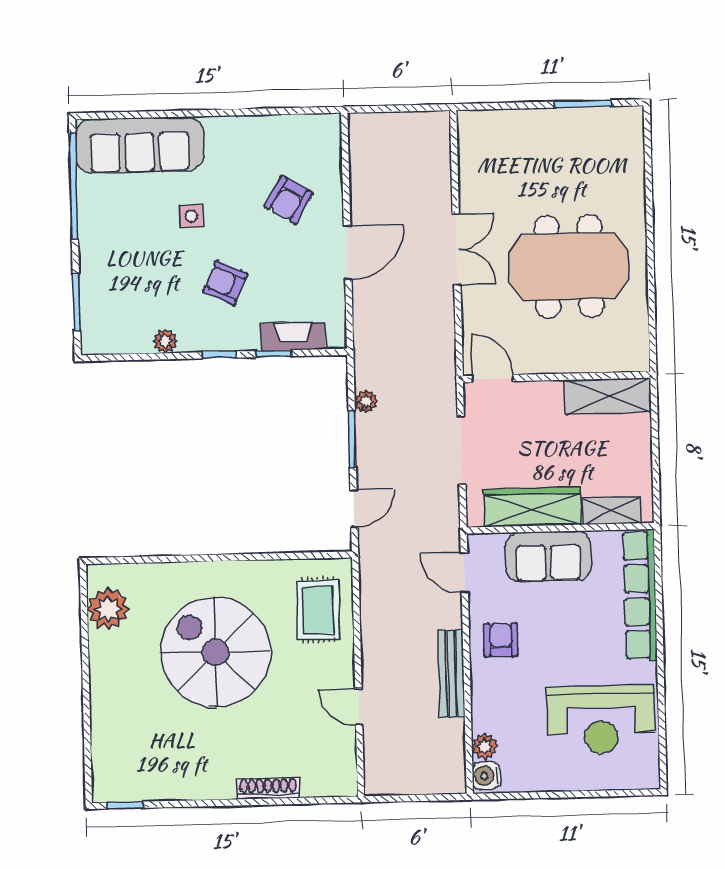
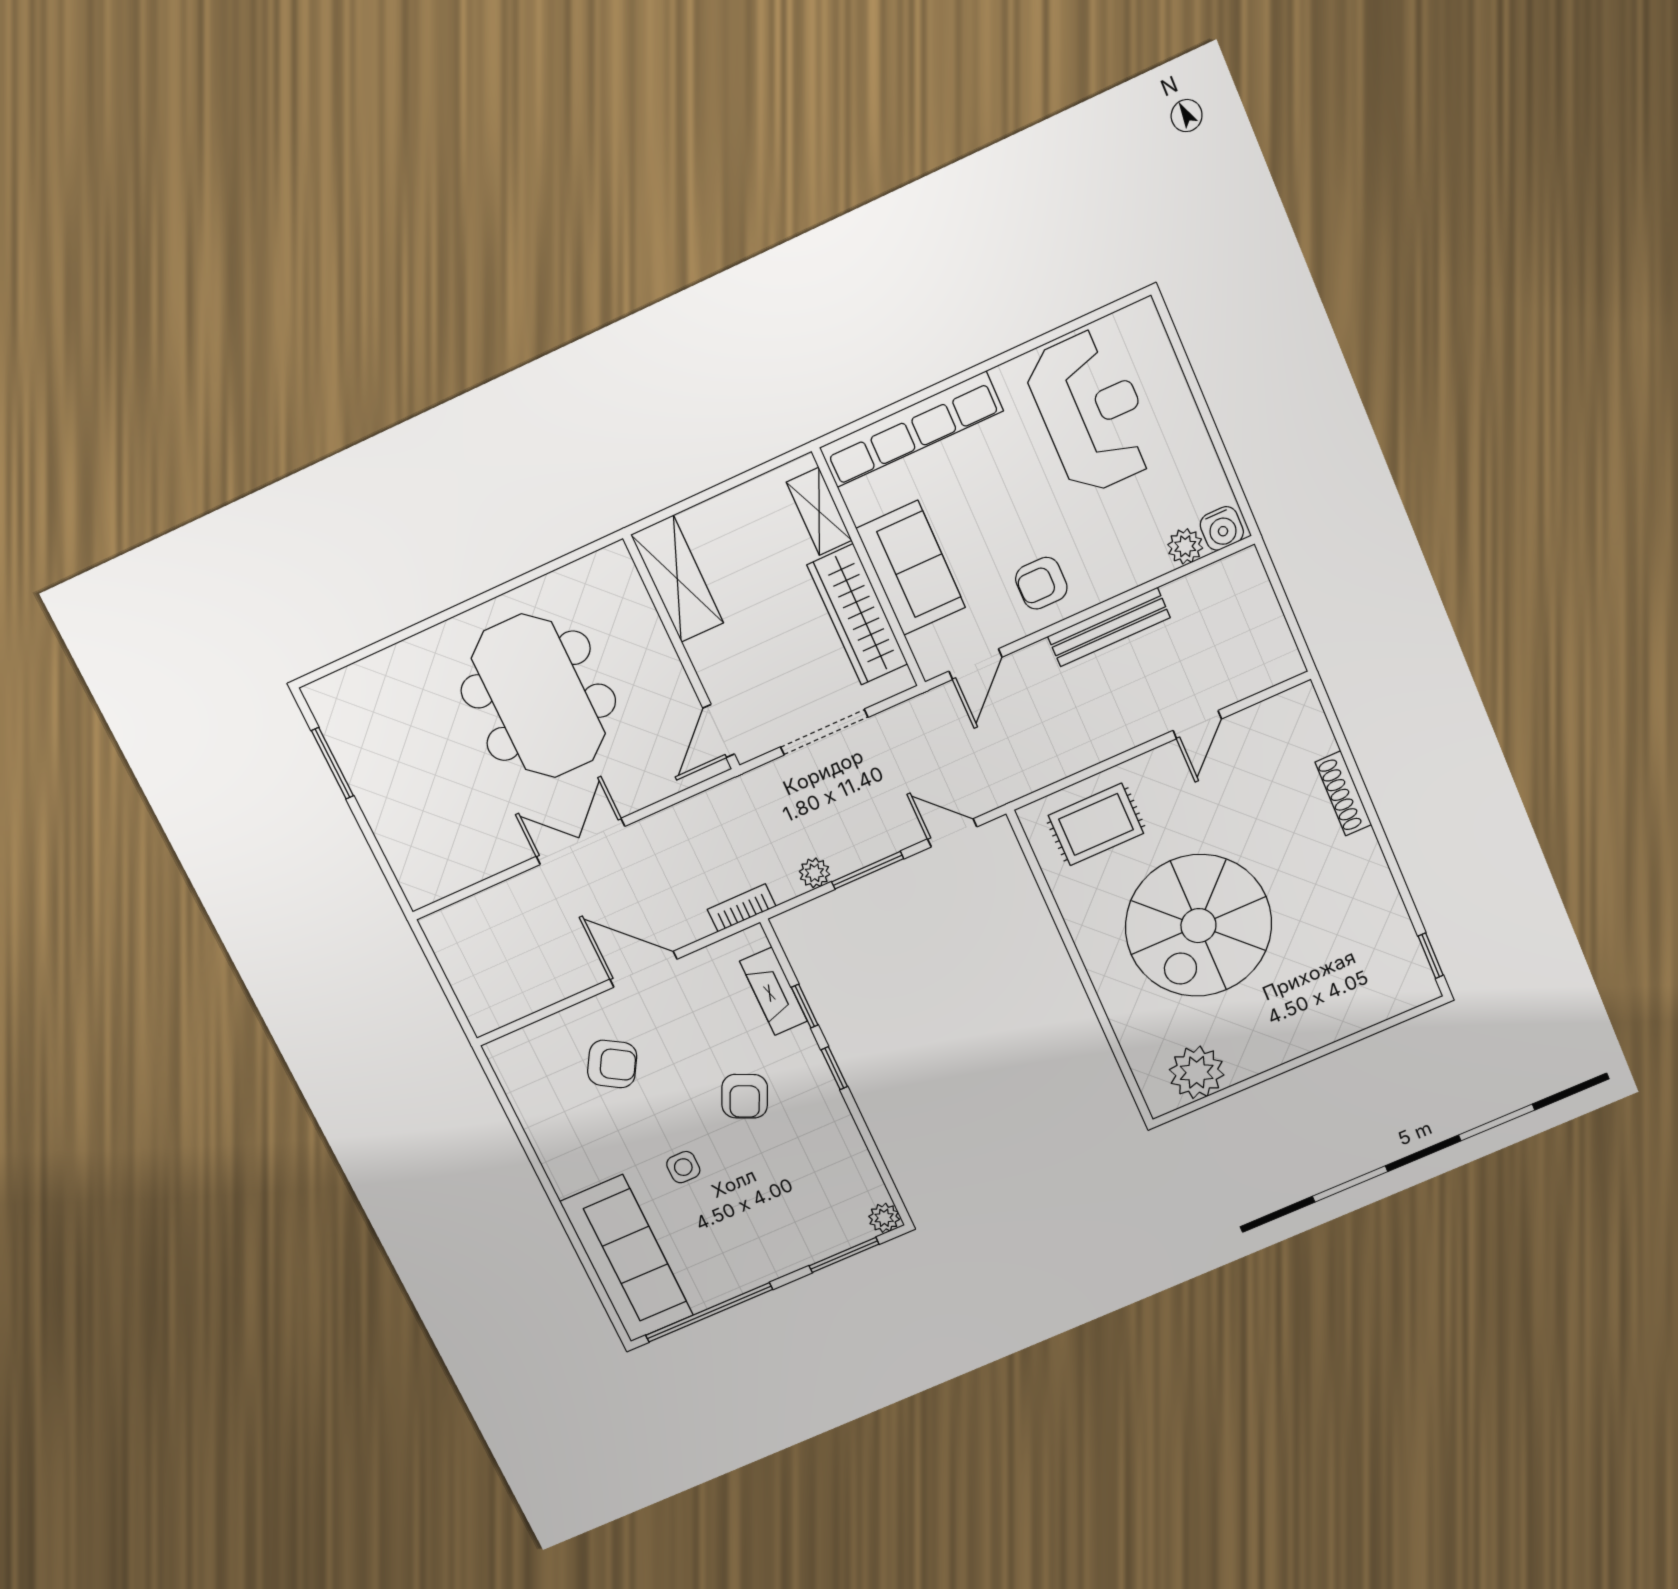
bookcase: (363, 340) -> (742, 908), added
plant: (165, 341) -> (884, 1218), moved

